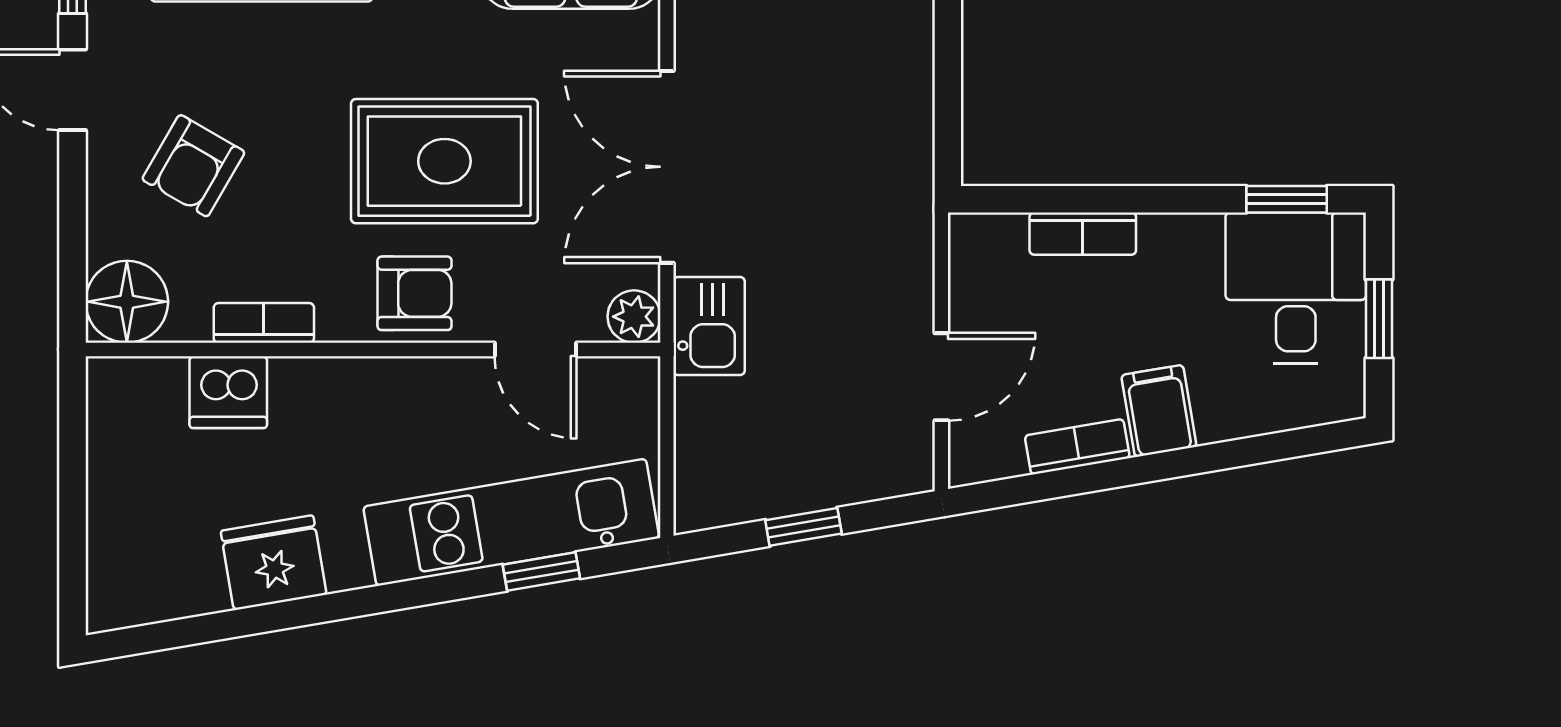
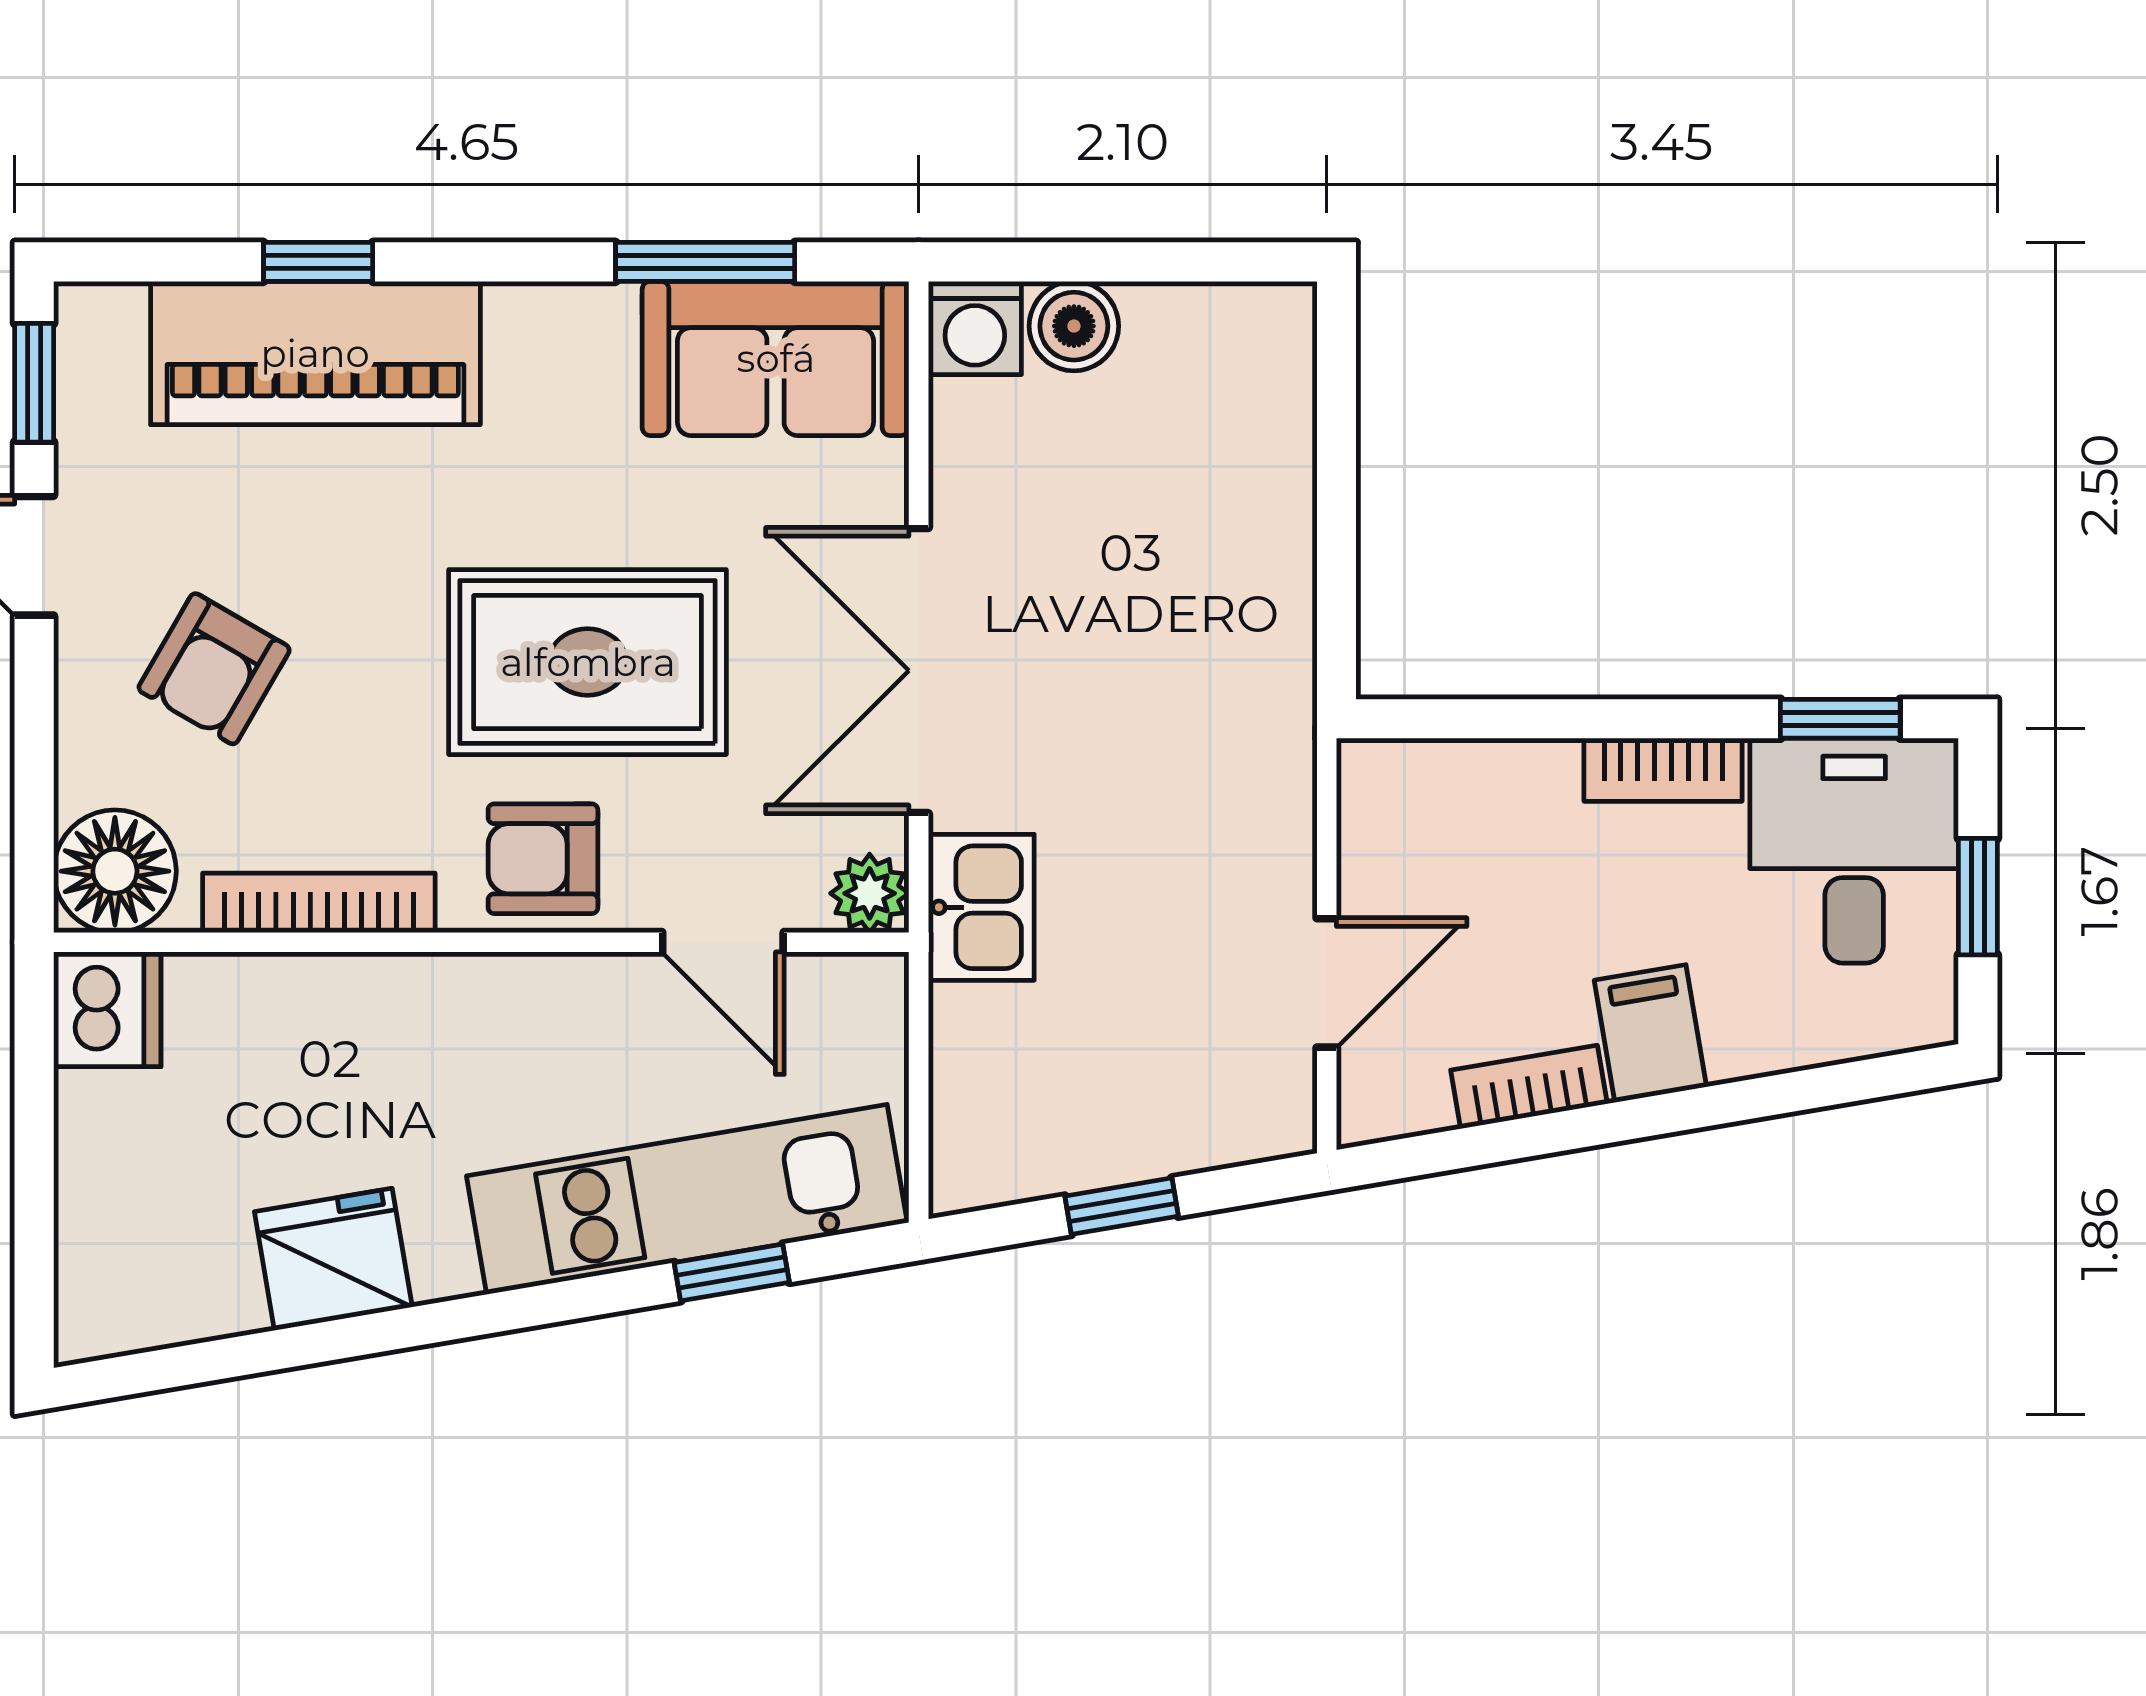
bookcase: (1083, 234) -> (1663, 770), moved
armchair: (414, 293) -> (543, 859), turned 180
bookcase: (264, 323) -> (319, 903), width x1.56
dishwasher: (228, 392) -> (107, 1009), moved, turned -90

